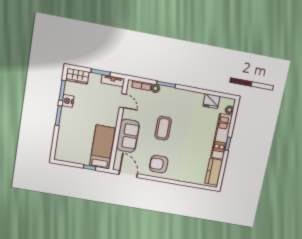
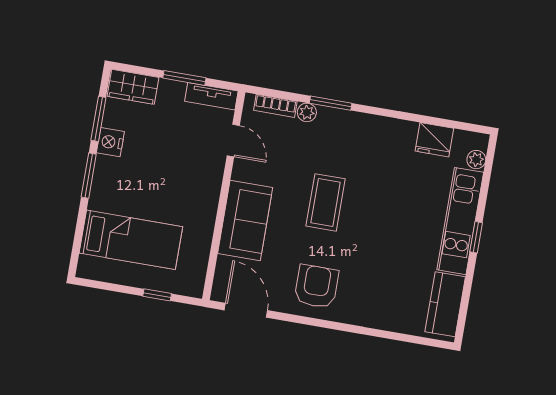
bed: (102, 147) -> (131, 240), moved, turned 90
armchair: (159, 164) -> (316, 286), turned 90

